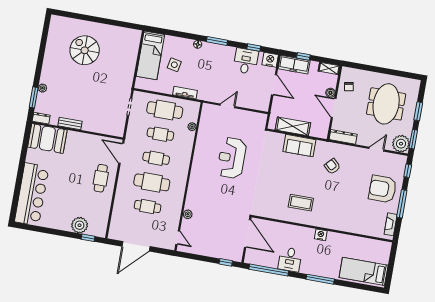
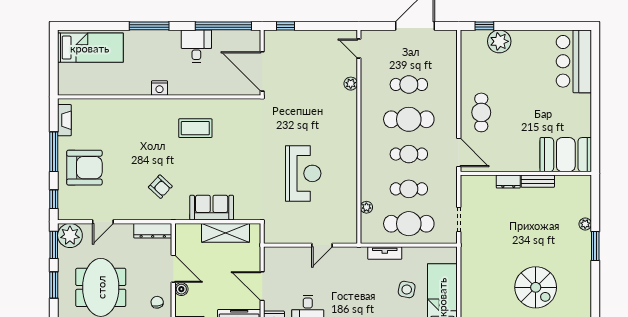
window: (34, 97) -> (595, 246), moved
dresser: (41, 118) -> (508, 182), moved
bar counter: (32, 194) -> (574, 61), width x0.73

